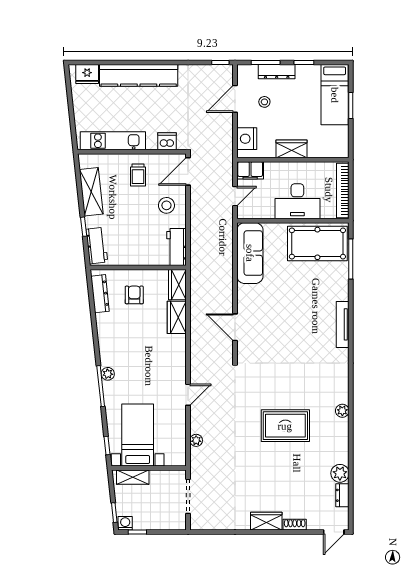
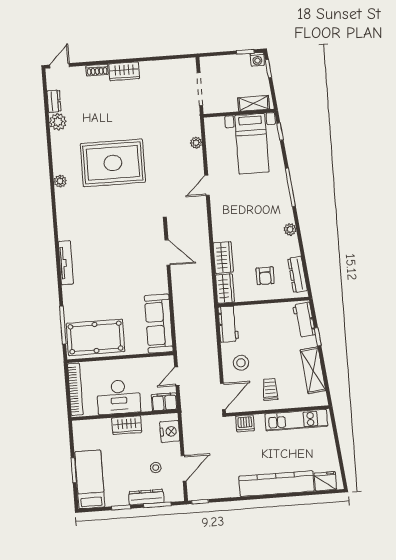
desk: (297, 201) -> (119, 397), moved, turned 180
plant: (108, 374) -> (290, 229), moved
rug: (285, 426) -> (113, 163), width x1.37, depth x1.44

